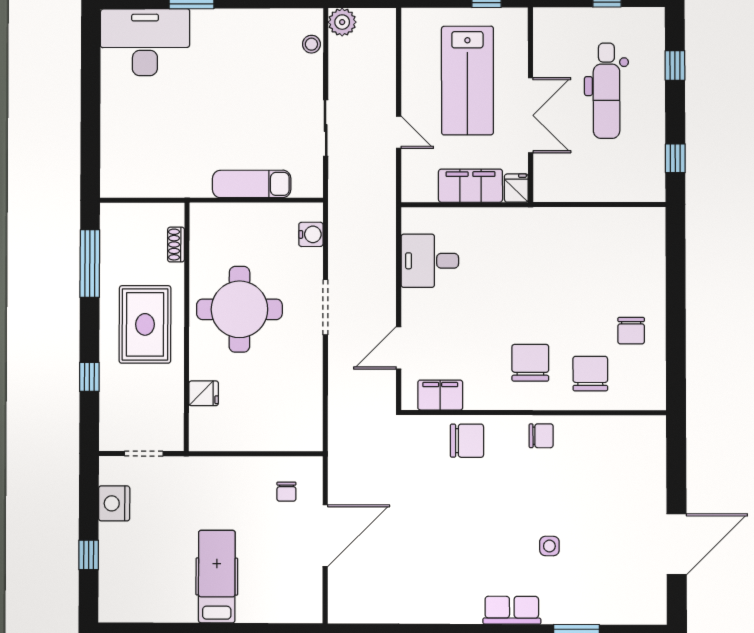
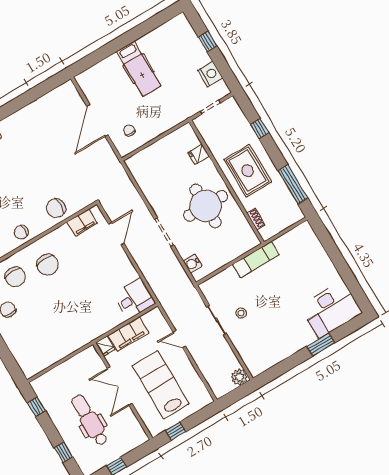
stool: (311, 44) -> (241, 313), moved
exam couch: (252, 184) -> (256, 259), moved
desk: (430, 261) -> (134, 299), moved

